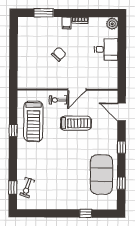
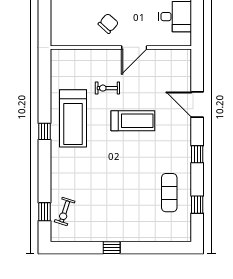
wall: (67, 90) -> (121, 47), moved
door: (77, 90) -> (134, 47), moved
exercise mat: (101, 174) -> (169, 193), width x0.50, depth x0.69
window: (86, 213) -> (112, 248), moved

